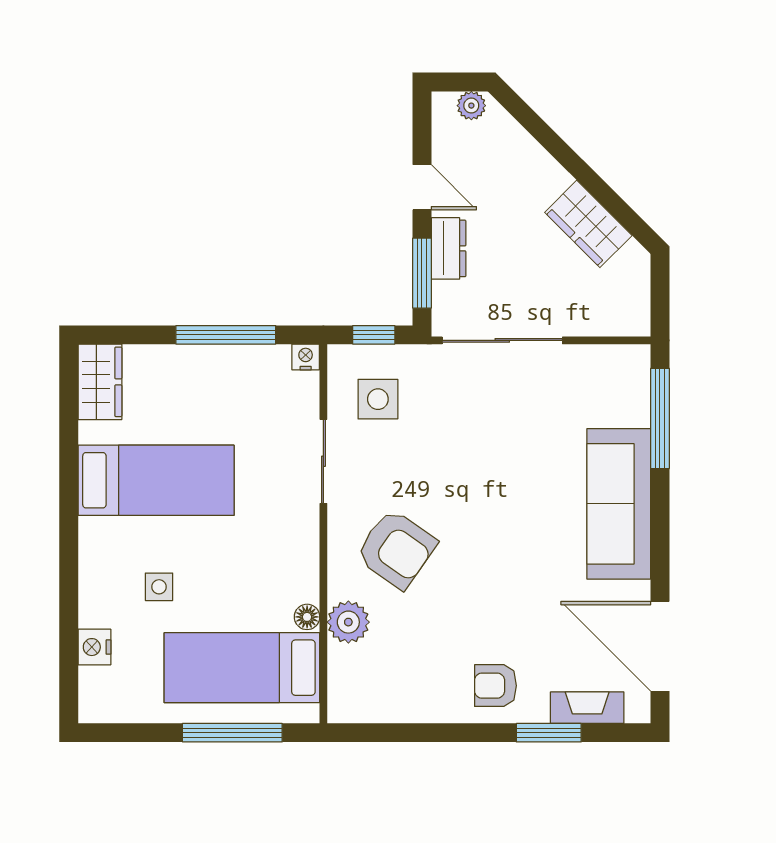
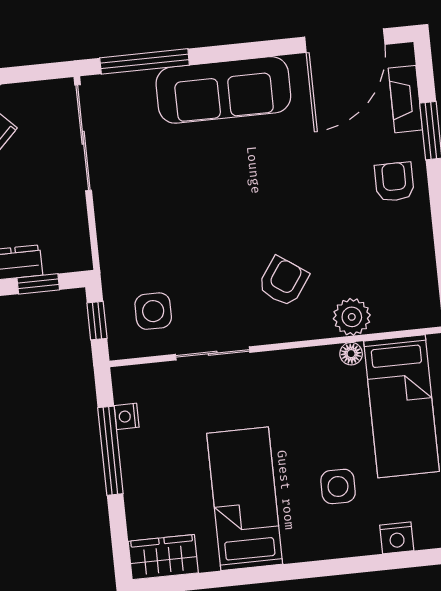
window: (422, 273) -> (38, 284), width x0.67
sliding door: (502, 340) -> (83, 138), moved
nightstand: (306, 357) -> (127, 416), moved
armchair: (396, 549) -> (283, 281), width x0.72, depth x0.72
side table: (159, 587) -> (338, 486), width x1.37, depth x1.37
armchair: (495, 686) -> (394, 182), turned 180

